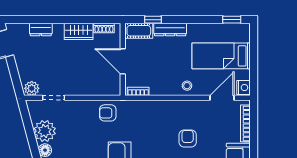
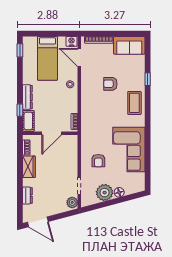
armchair: (108, 113) -> (98, 161), moved

